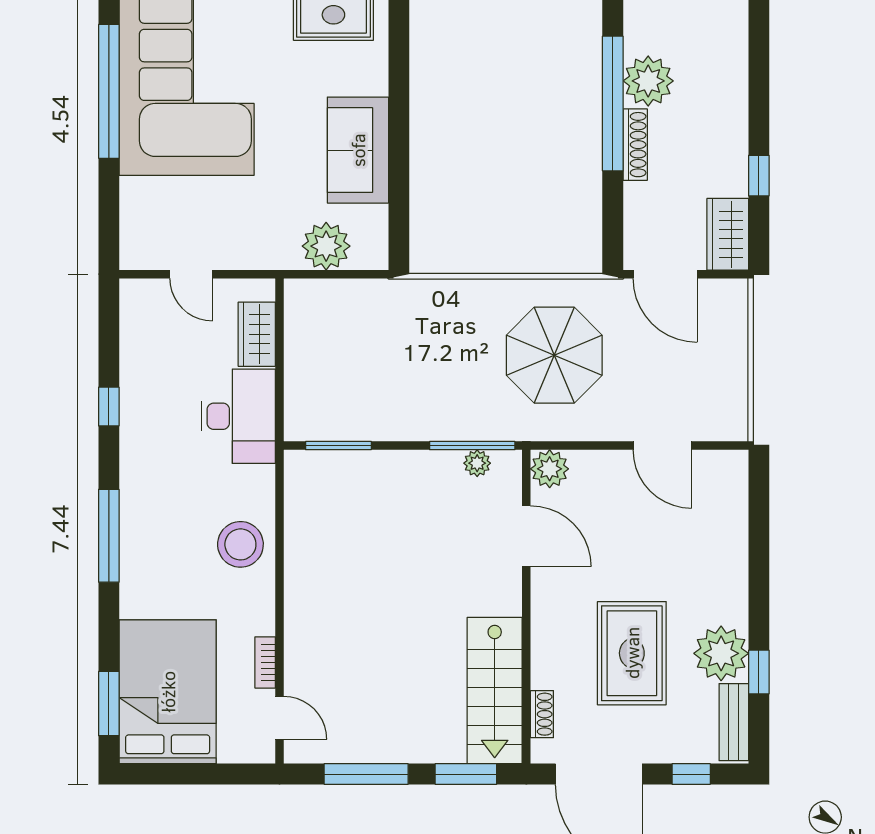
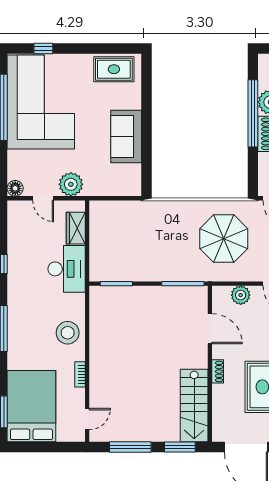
plant: (326, 246) -> (71, 184), moved
floor lamp: (135, 254) -> (15, 188), added
plant: (477, 463) -> (185, 292), removed
plant: (550, 469) -> (241, 295), moved
bookcase: (265, 662) -> (80, 374), moved
shoe rack: (542, 714) -> (218, 371), moved
door: (280, 718) -> (87, 419), hinge flipped

